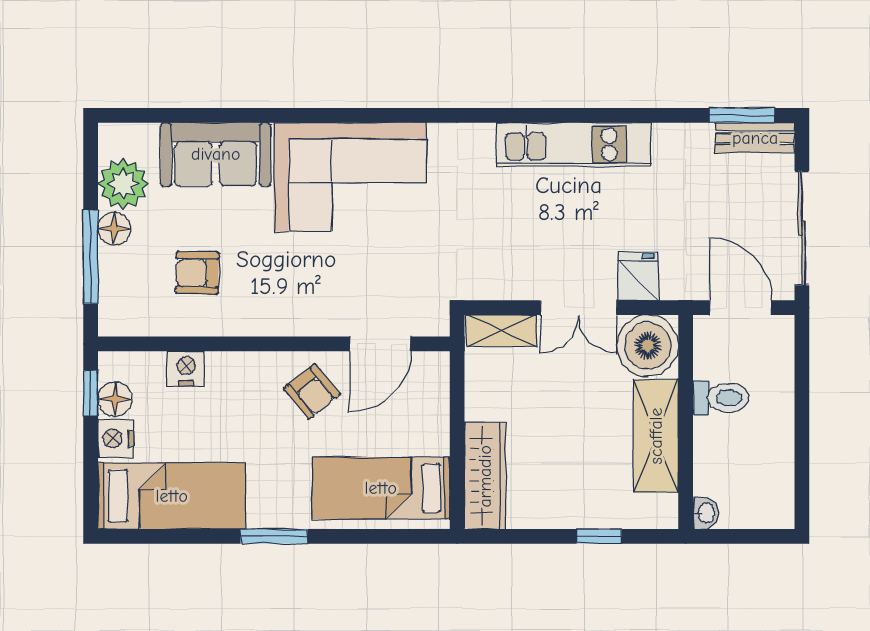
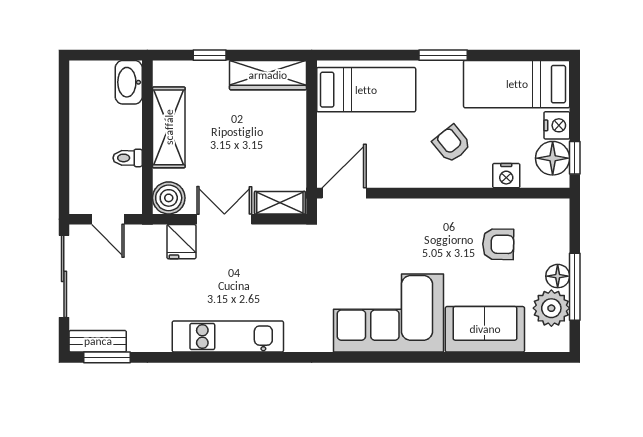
window: (91, 257) -> (575, 287), moved
door: (741, 308) -> (108, 219), width x0.73
door: (380, 344) -> (344, 193), moved
boiler: (648, 346) -> (169, 198), width x0.73, depth x0.73
armchair: (312, 391) -> (452, 144), moved
toilet: (721, 398) -> (128, 158), width x0.73, depth x0.72
floor lamp: (115, 399) -> (553, 158), width x1.38, depth x1.38
wardrobe: (485, 476) -> (268, 75), moved, turned -90
washbasin: (706, 513) -> (129, 82), width x1.91, depth x1.45

